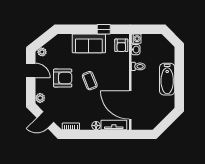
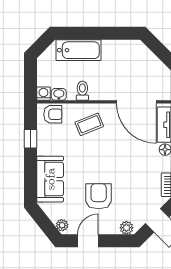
sofa: (89, 43) -> (50, 179), moved
bathtub: (167, 79) -> (79, 50), moved
coffee table: (90, 81) -> (89, 124), moved
door: (130, 105) -> (136, 102), hinge flipped

